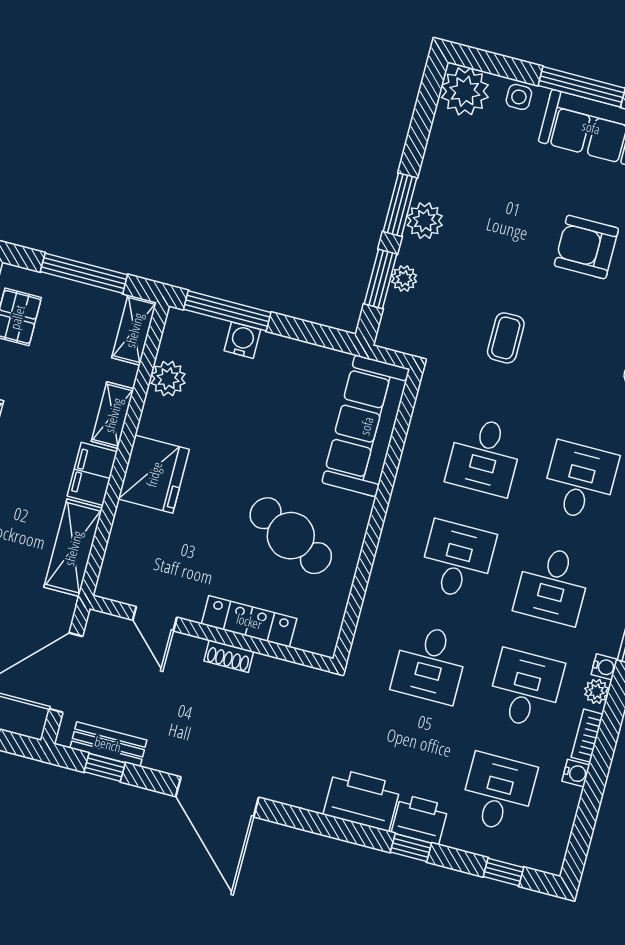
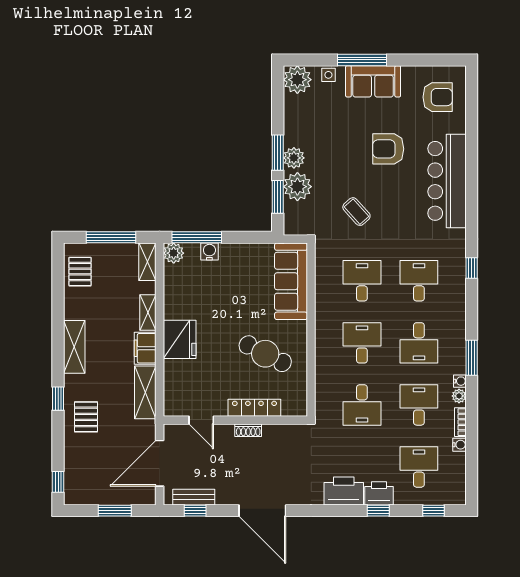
plant: (404, 279) -> (297, 187), width x1.88, depth x1.88
coffee table: (506, 338) -> (356, 212), turned -42
plant: (168, 379) -> (174, 253), moved
desk: (485, 456) -> (362, 281), turned 180

